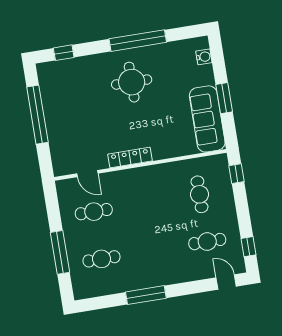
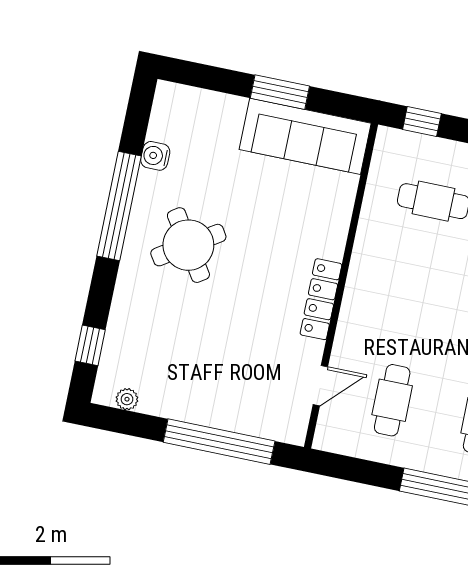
water cooler: (204, 57) -> (155, 156), moved, turned -90
plant: (44, 81) -> (127, 399), added
round table: (132, 82) -> (188, 245), turned -33
window: (37, 115) -> (219, 442), moved

